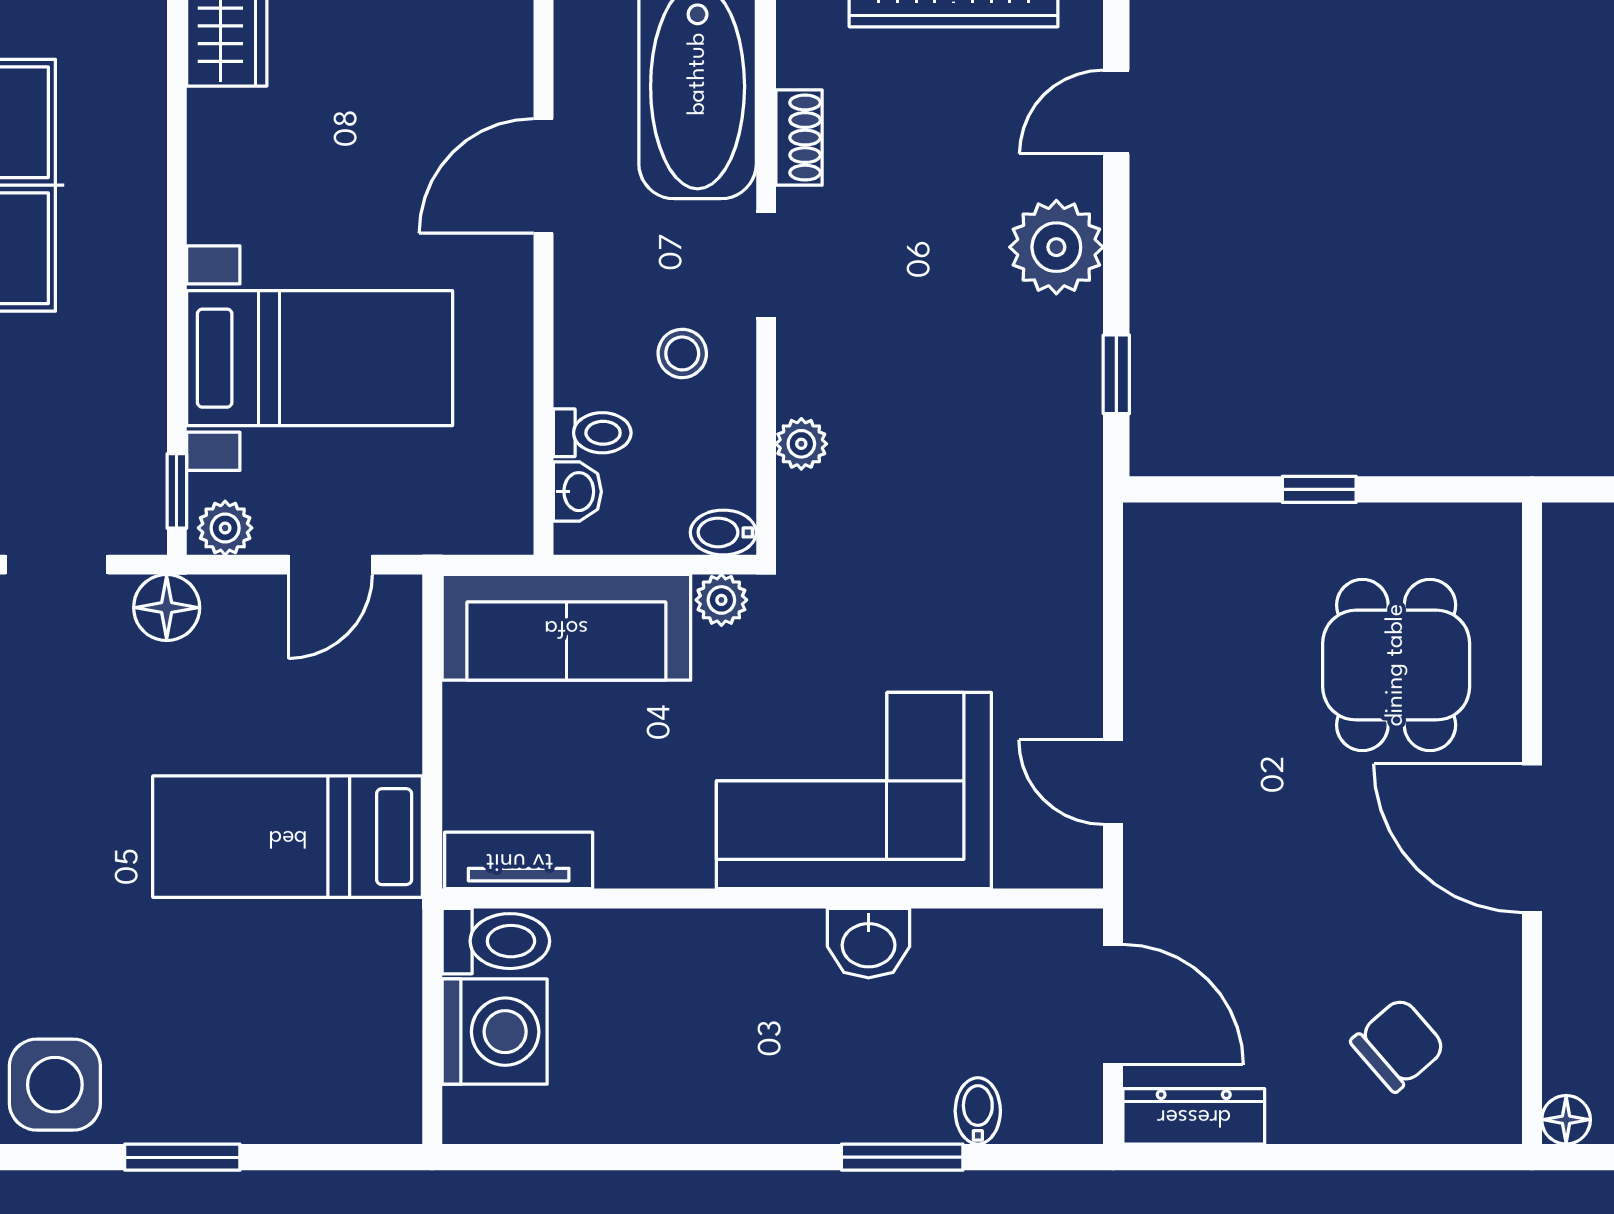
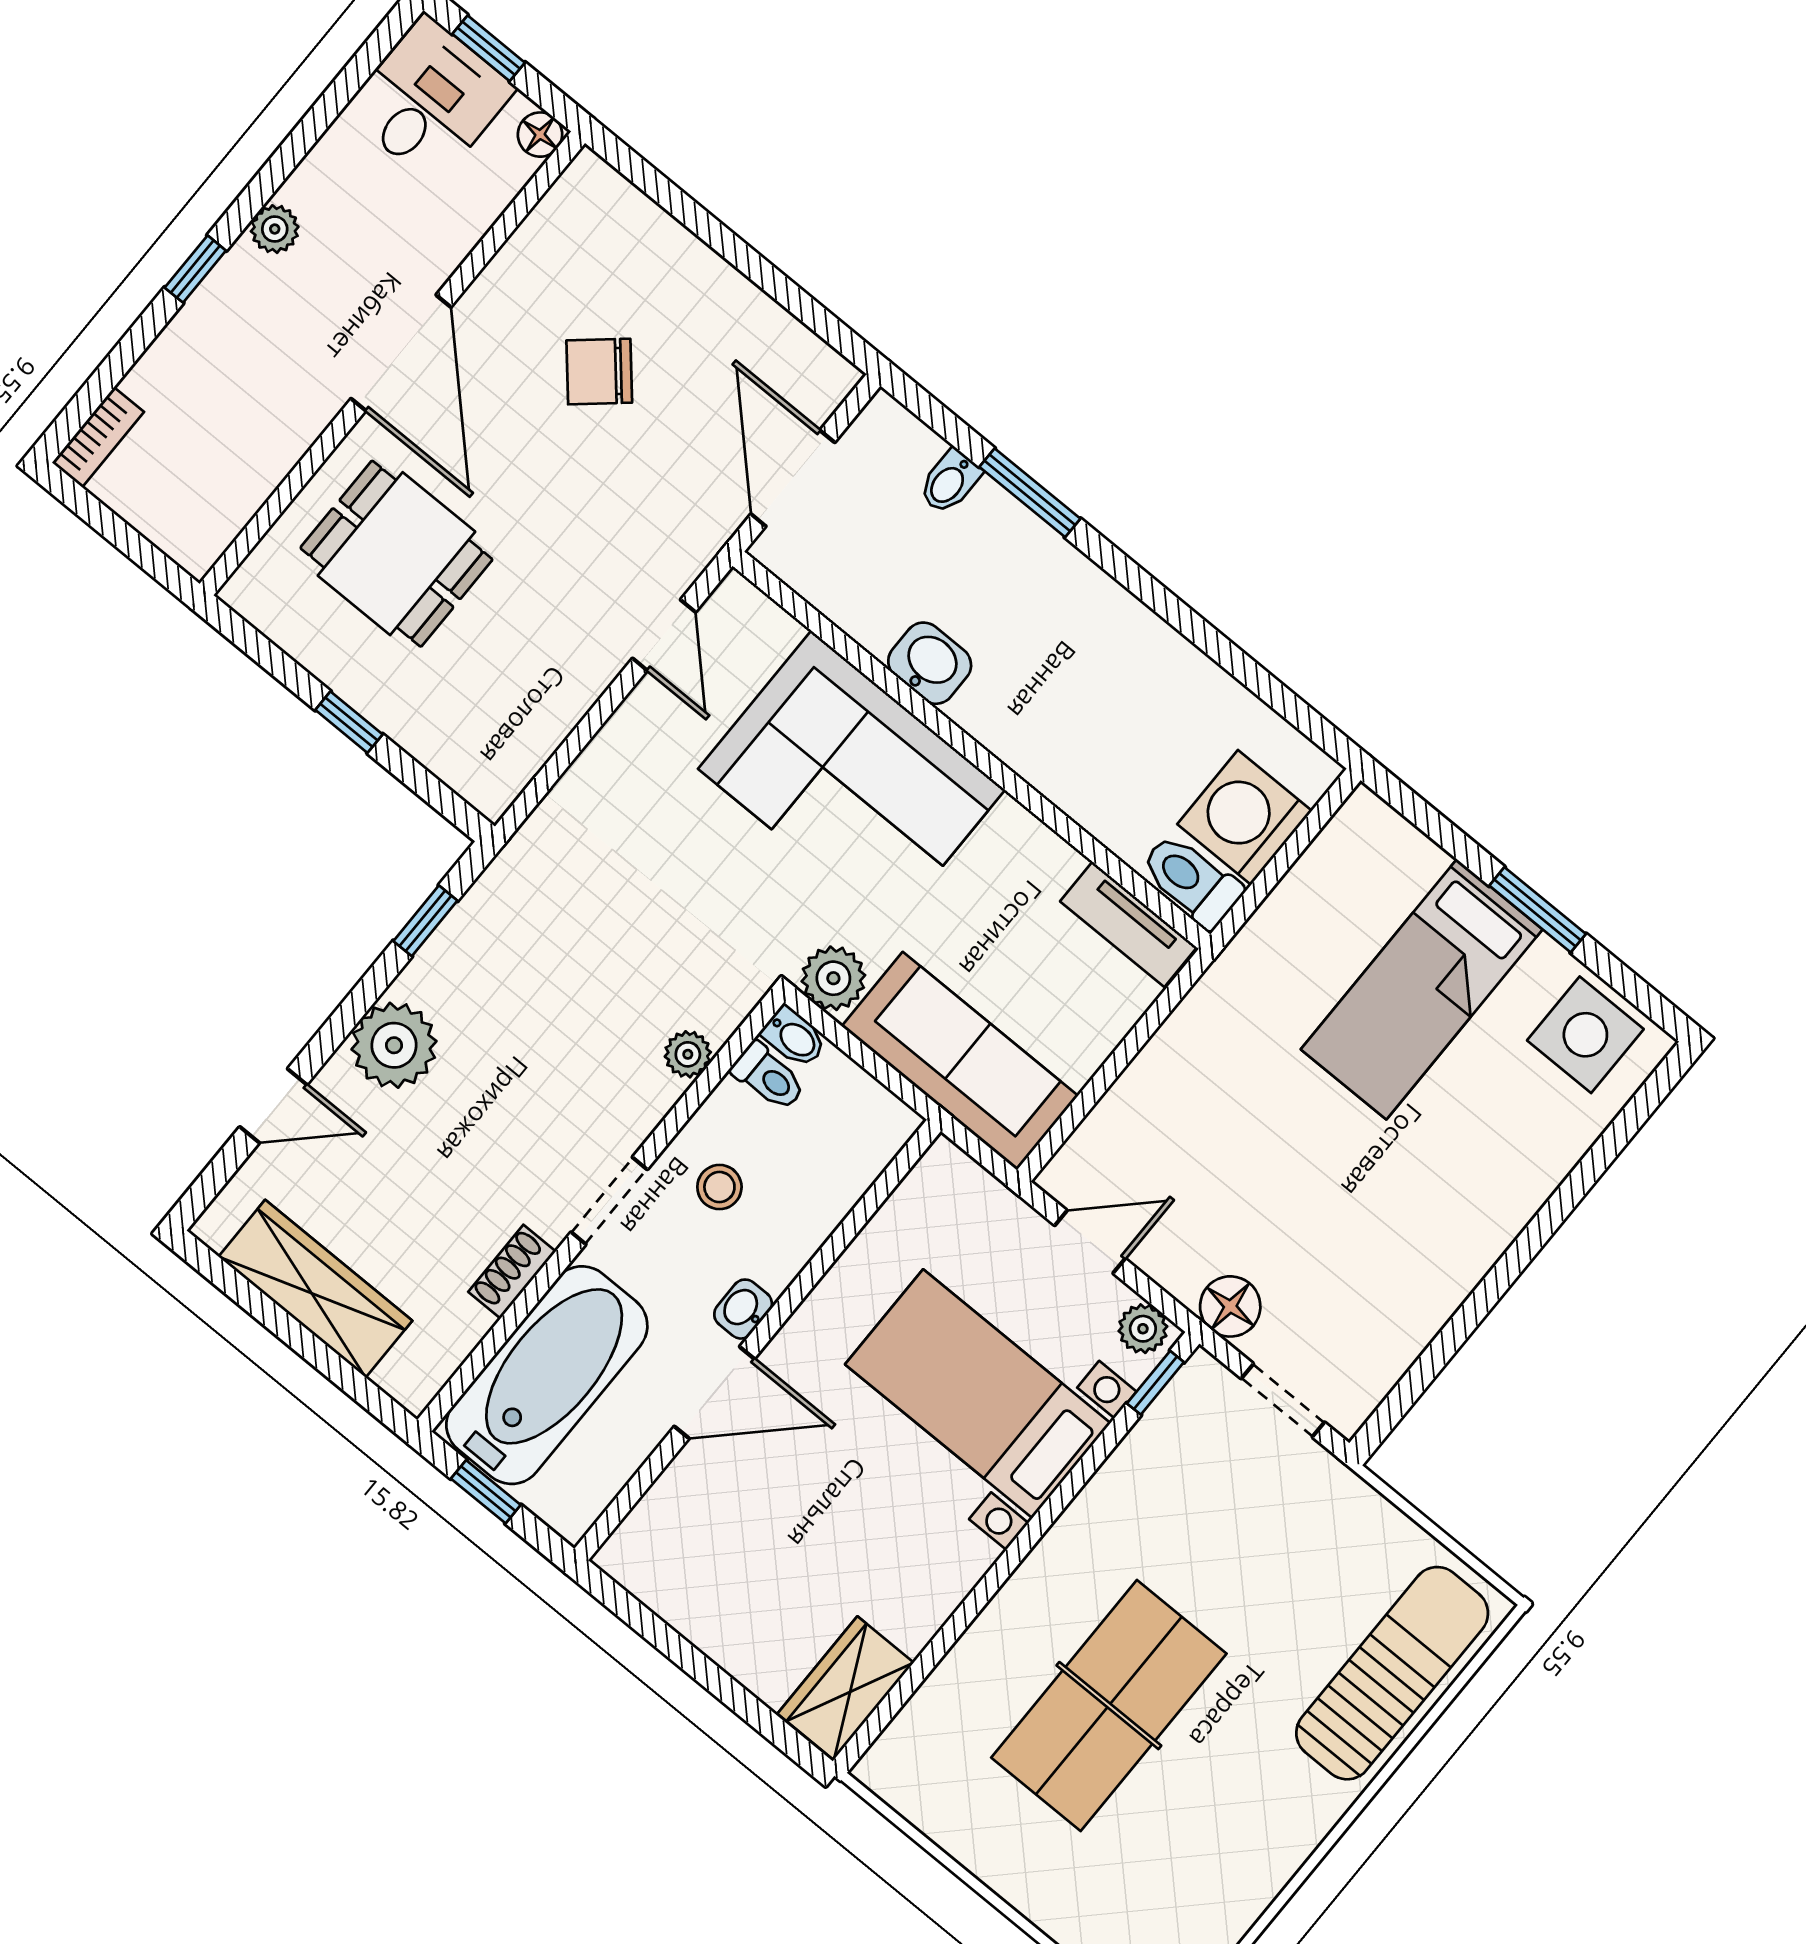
toilet: (592, 433) -> (768, 1077), moved, turned 180
washbasin: (577, 492) -> (743, 1309), moved
plant: (721, 600) -> (833, 978), width x1.38, depth x1.38
dining table: (1396, 665) -> (396, 554), turned 90
bed: (288, 837) -> (1422, 989), moved, turned 90
chair: (1398, 1045) -> (599, 372), moved
dresser: (1194, 1116) -> (801, 353), removed

